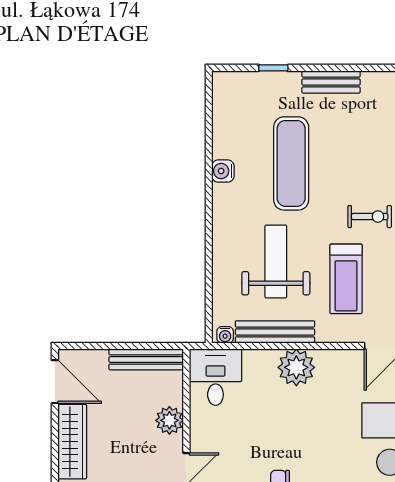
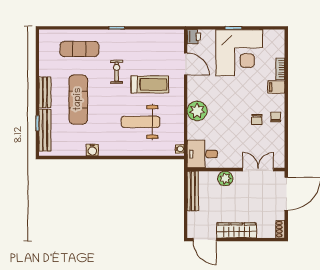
exercise mat: (291, 163) -> (78, 99), moved, turned 90
bench: (275, 332) -> (45, 130), moved
door: (55, 382) -> (205, 240), swing flipped

